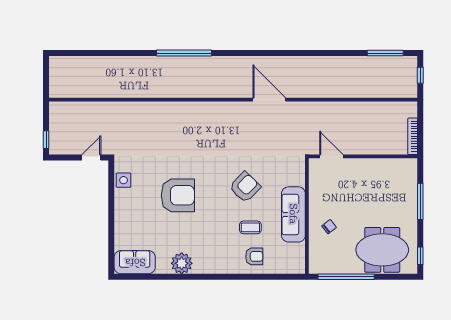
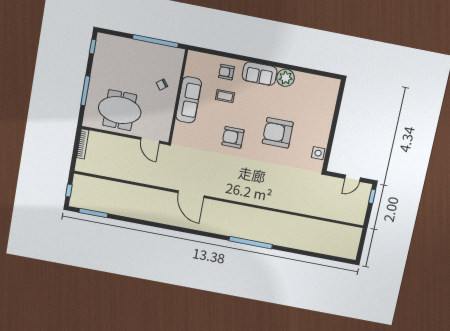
door: (91, 158) -> (353, 178), moved
armchair: (245, 187) -> (233, 137), moved, turned 46
meeting table: (382, 250) -> (120, 110), moved
sofa: (135, 262) -> (260, 74), moved

